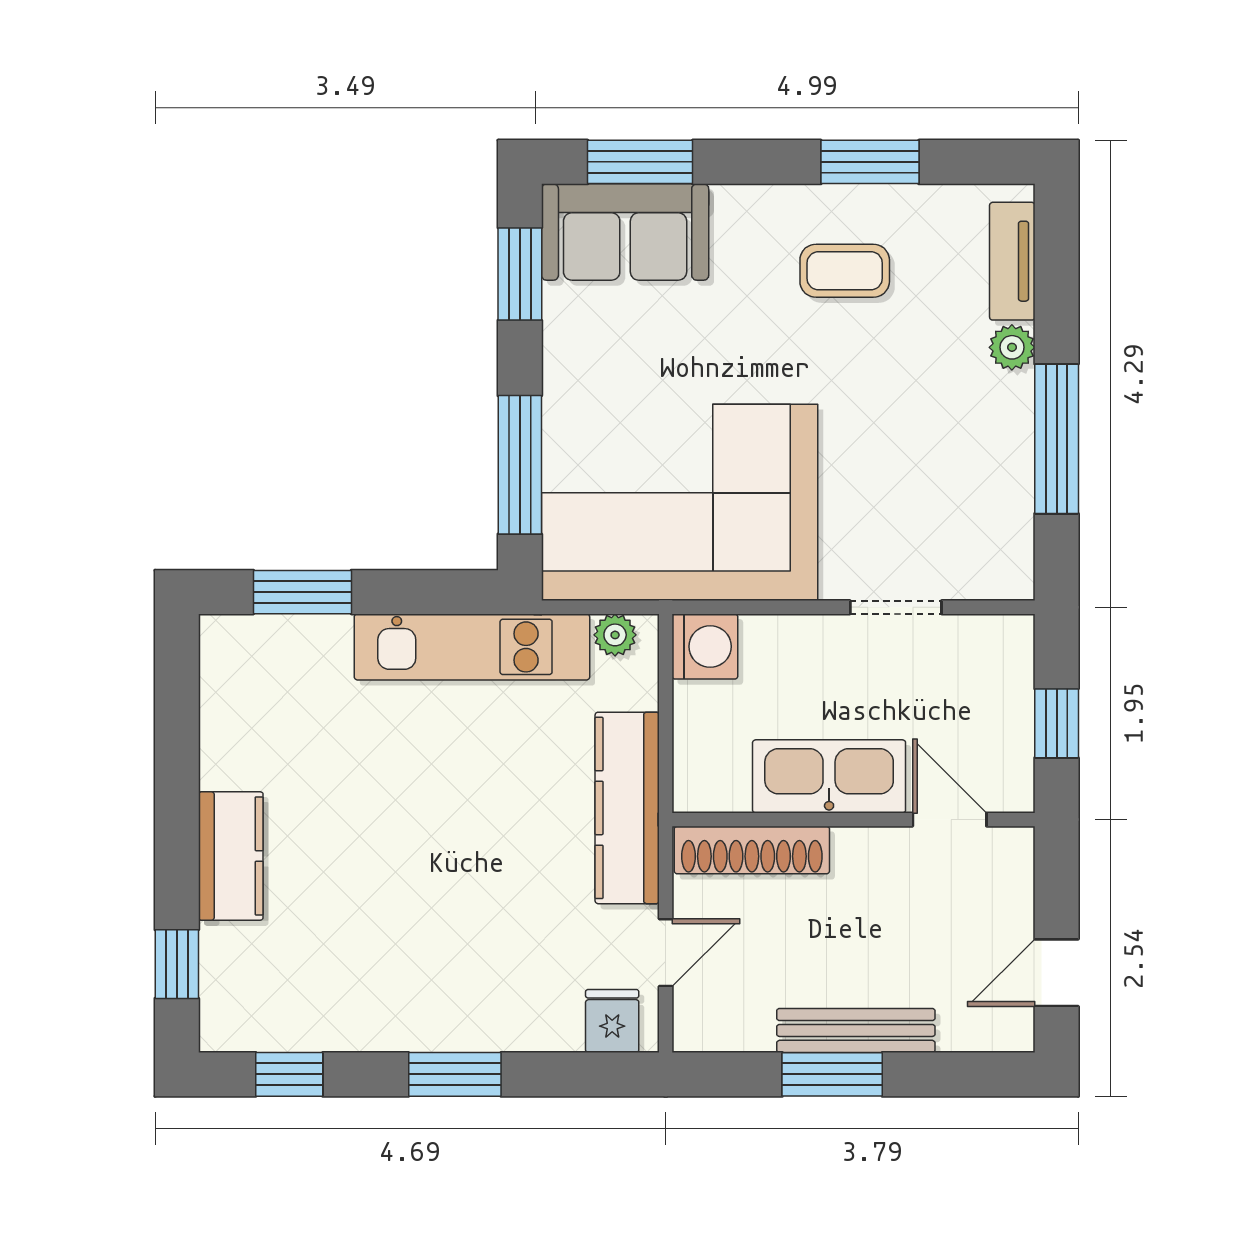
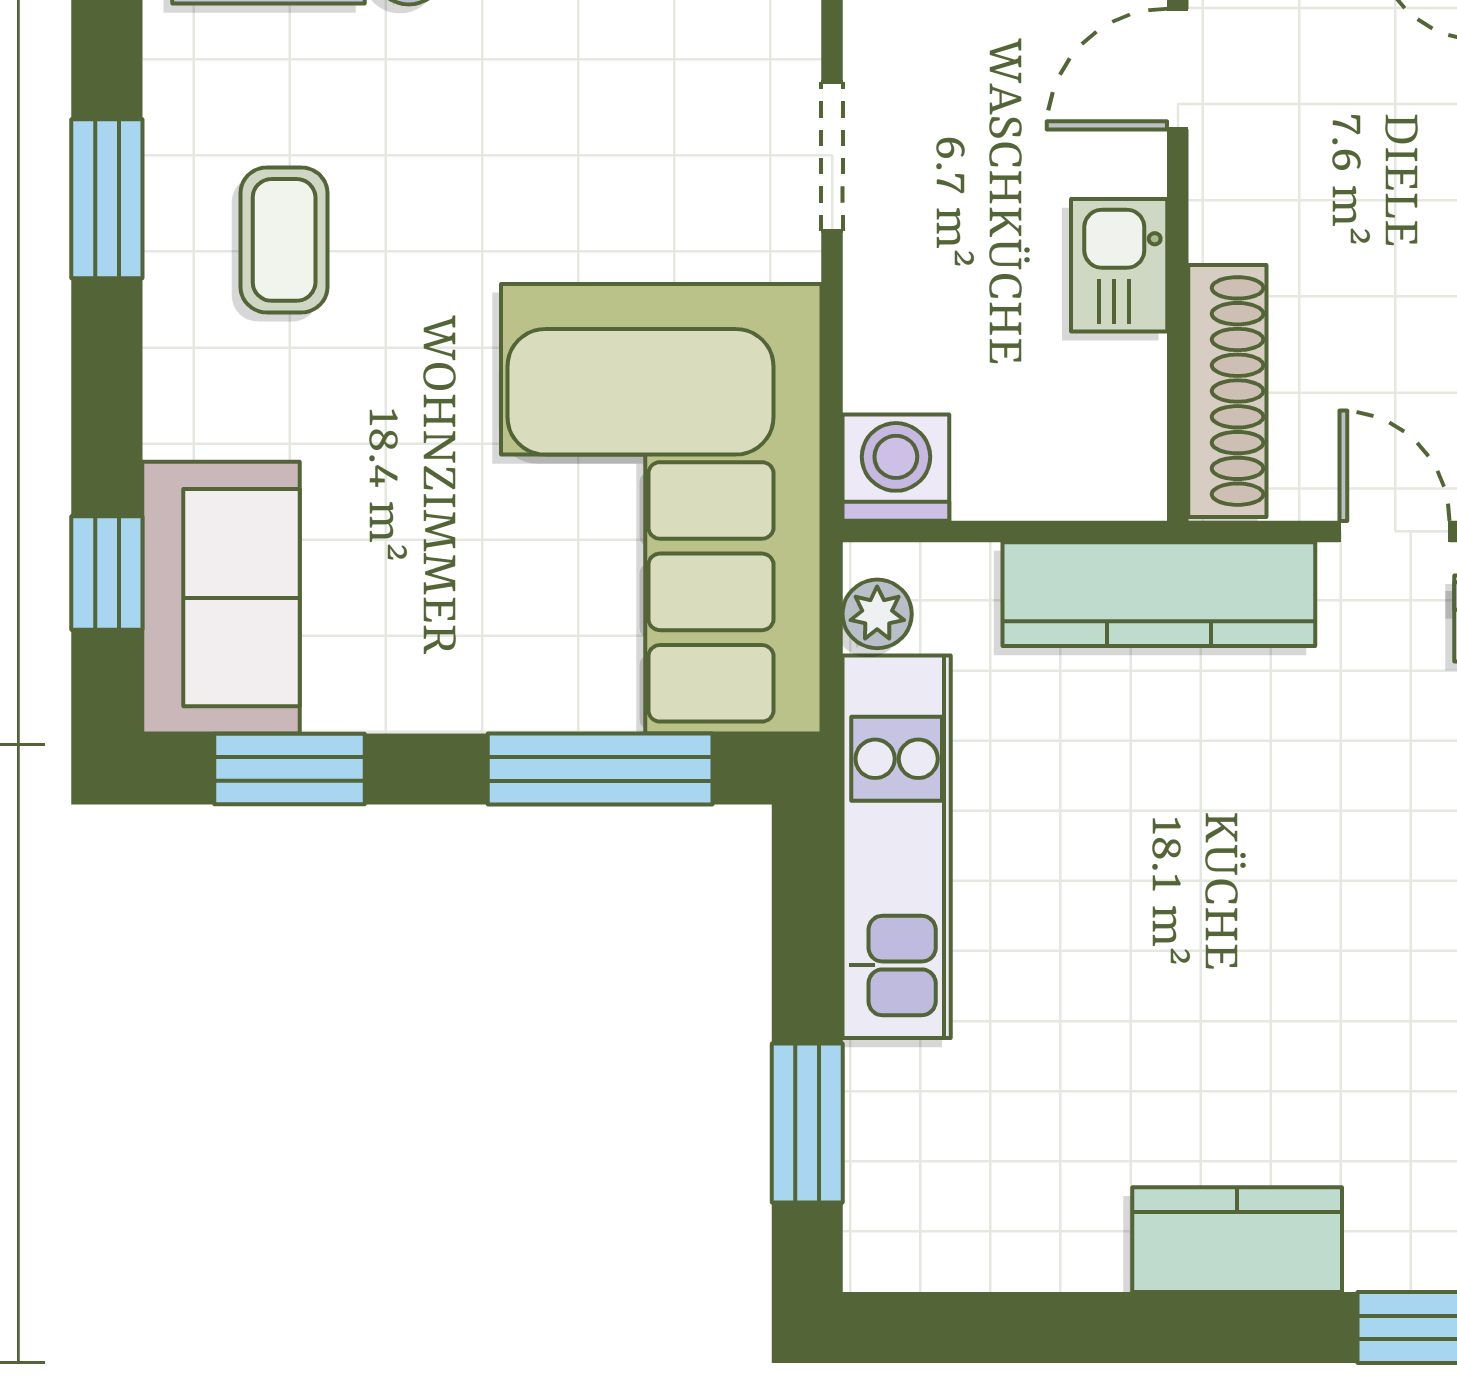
window: (640, 162) -> (107, 573), width x0.67
kitchen sink: (829, 776) -> (1119, 265), width x0.53, depth x0.81

